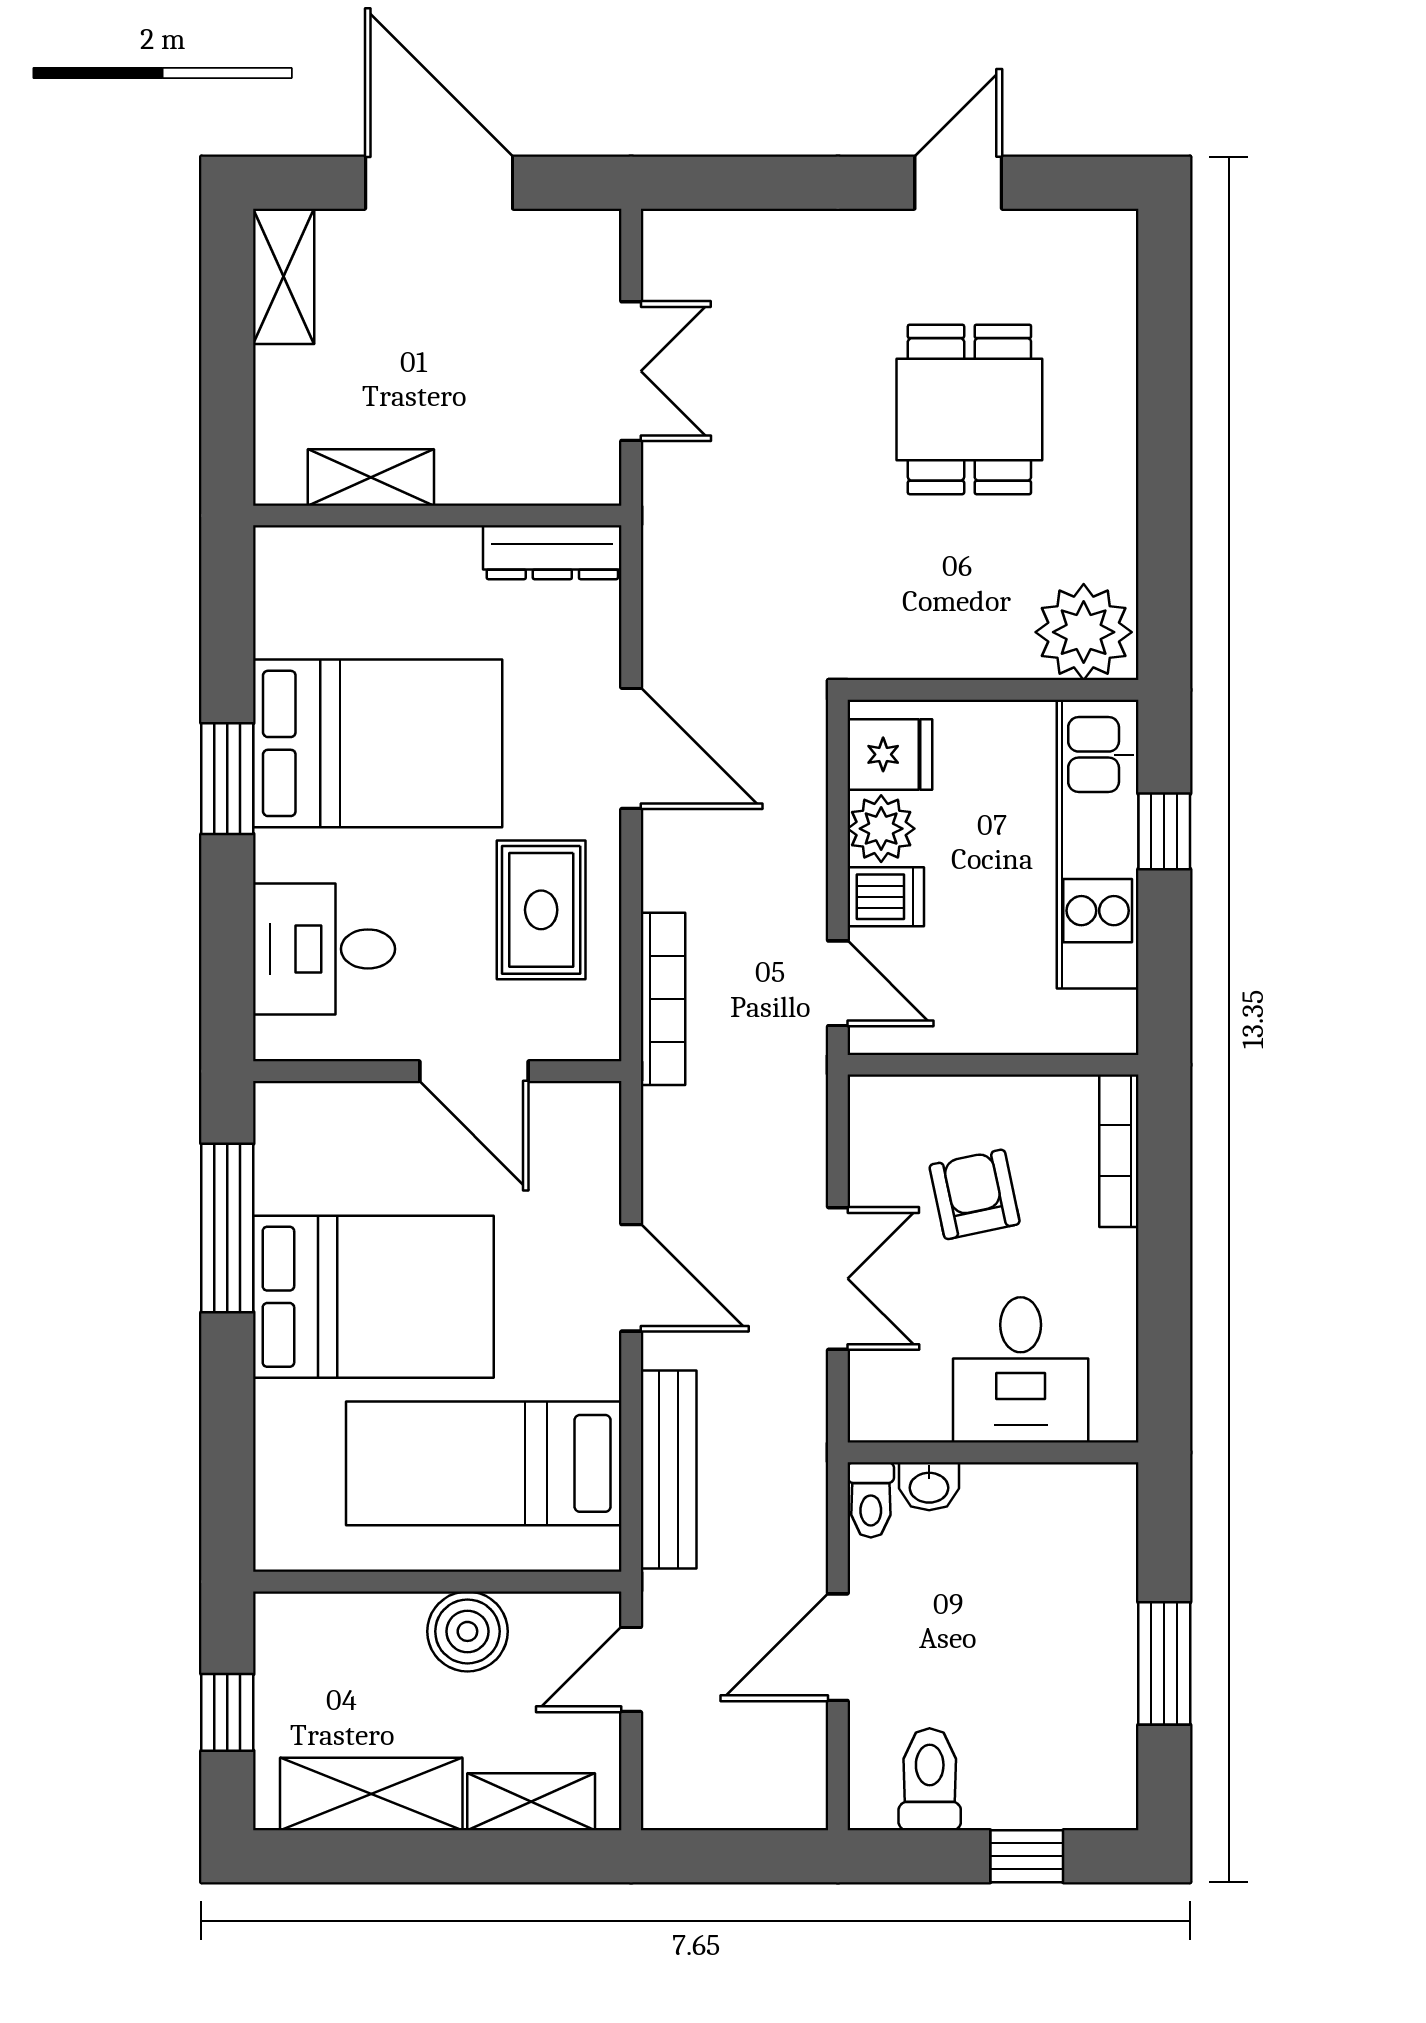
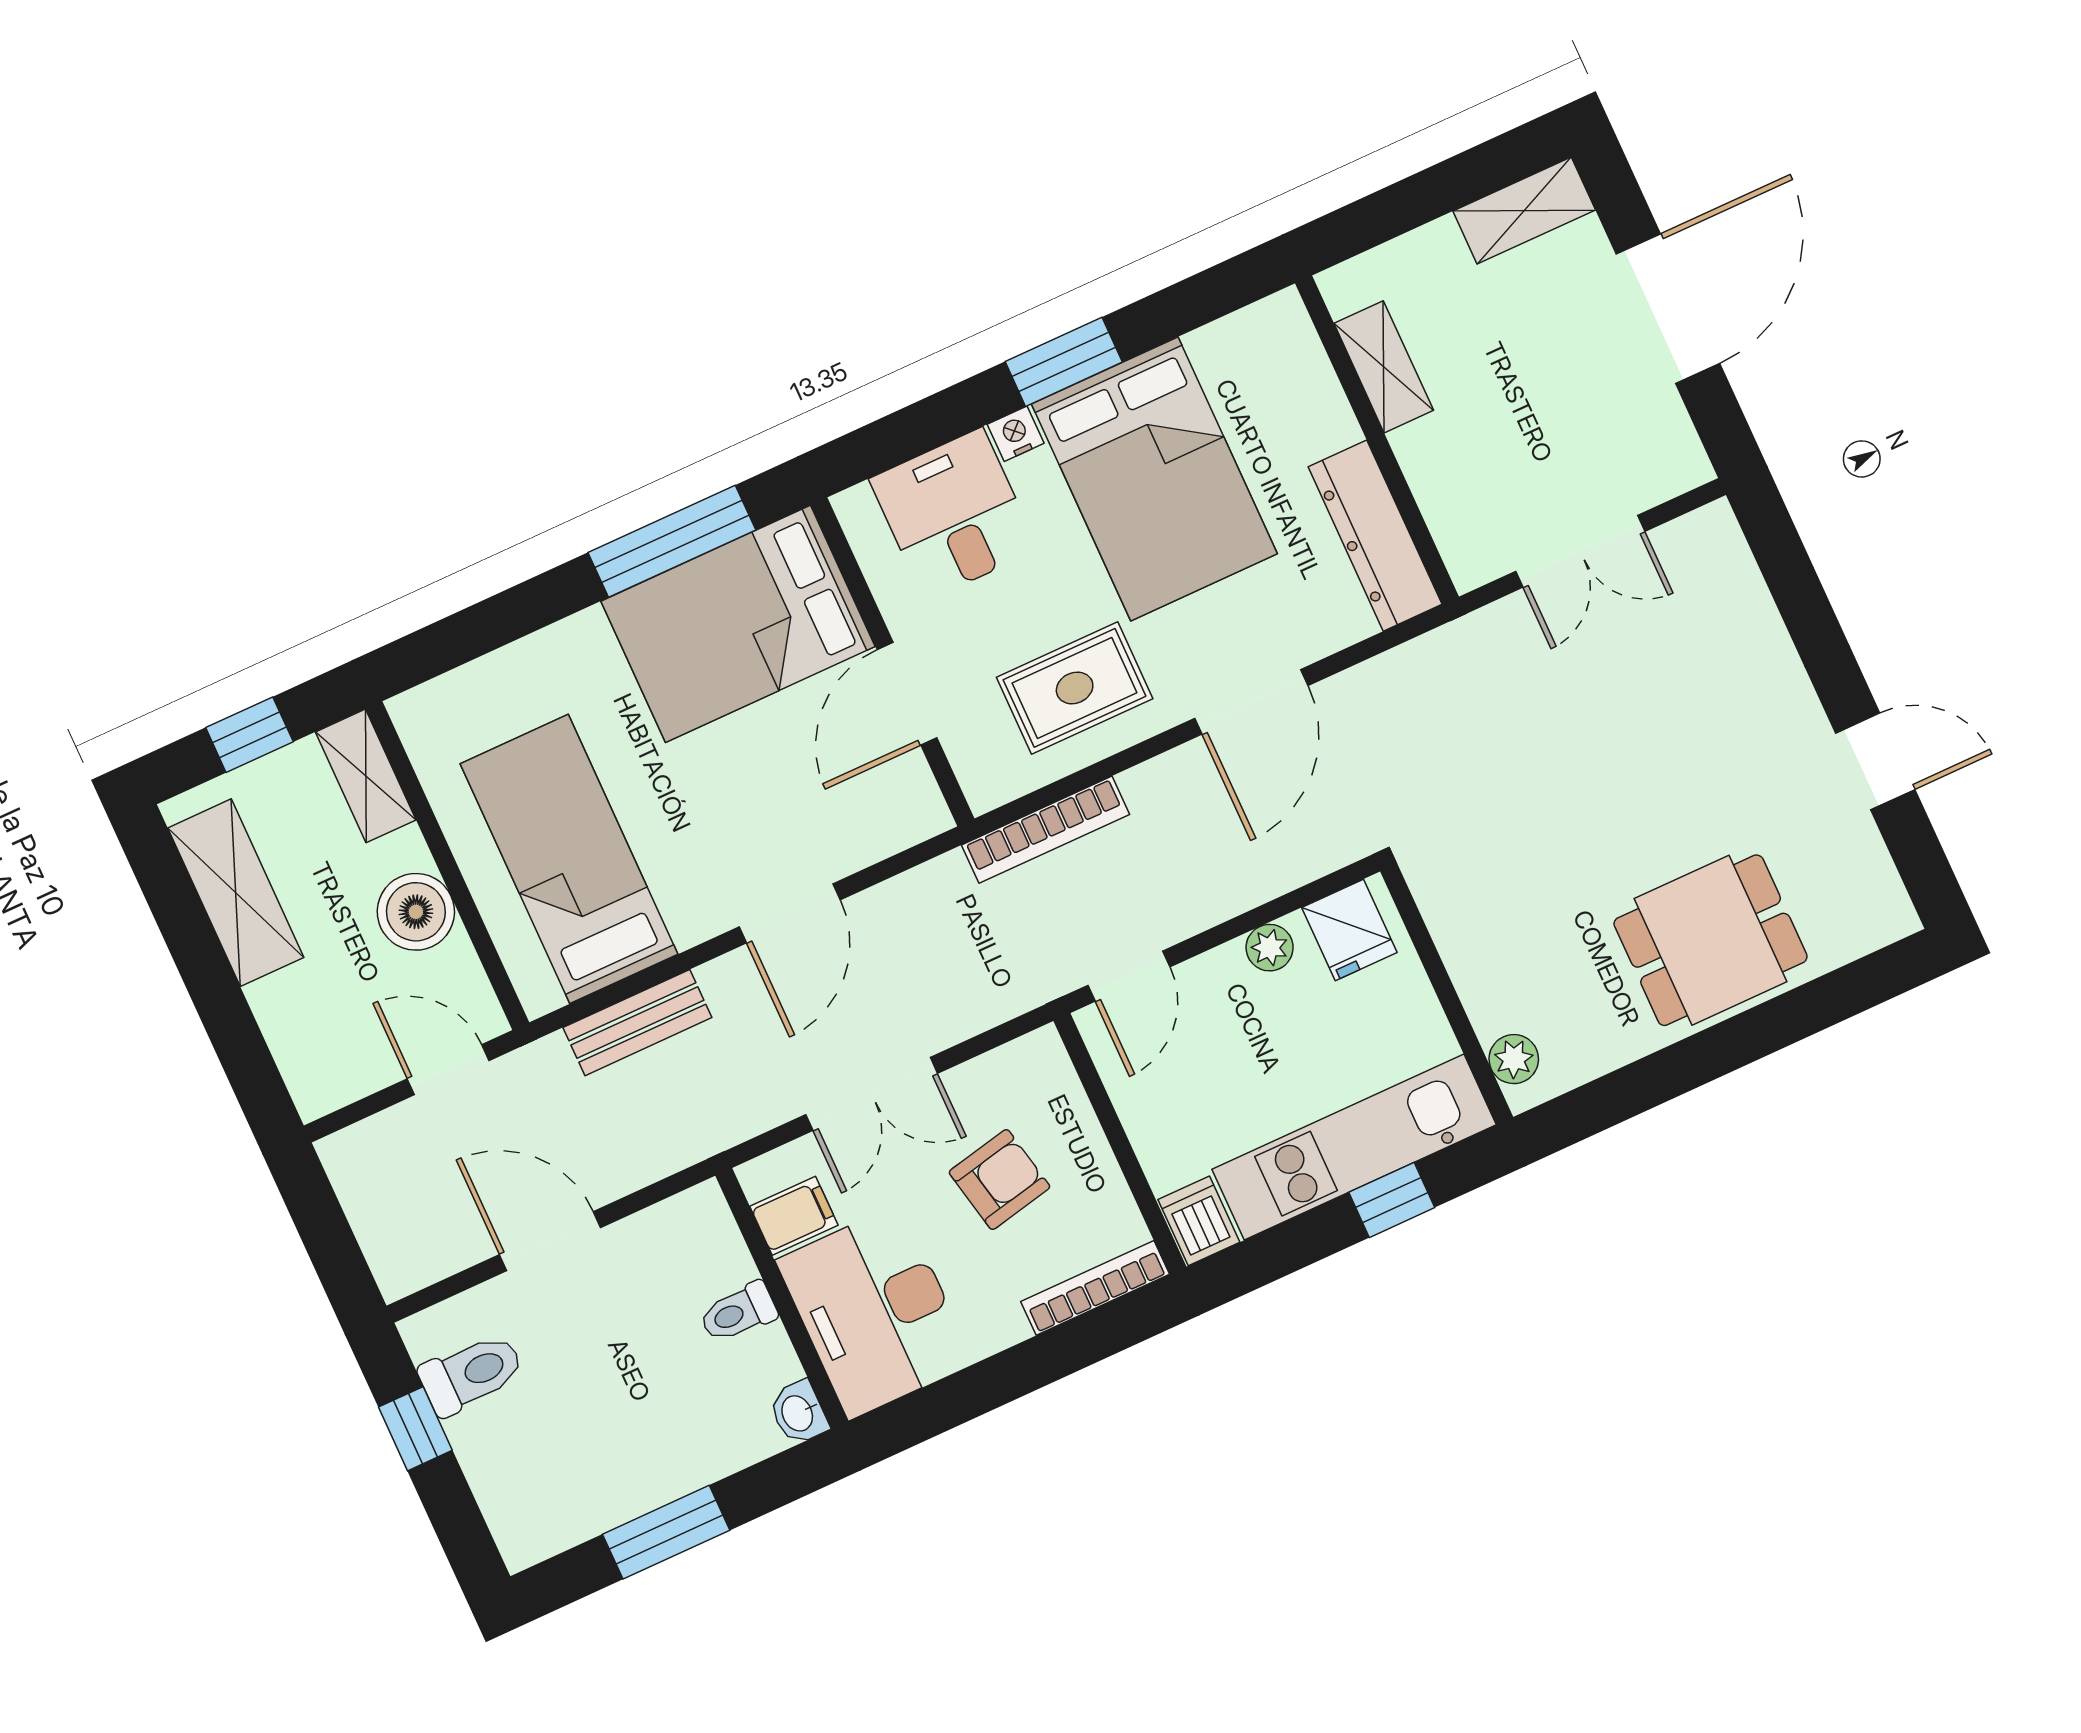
dining table: (969, 409) -> (1711, 940), moved
dresser: (552, 552) -> (1375, 536), width x1.37, depth x1.24
plant: (1084, 632) -> (1514, 1059), width x0.53, depth x0.53
plant: (881, 829) -> (1270, 948), width x0.73, depth x0.73
nightstand: (275, 855) -> (1016, 434), added
dishwasher: (886, 897) -> (1199, 1221), moved, turned 180
bed: (373, 1297) -> (738, 624), moved, turned 90
desk: (1021, 1370) -> (875, 1312), width x1.37
filing cabinet: (920, 1405) -> (794, 1216), added
bench: (669, 1469) -> (637, 1023), width x0.73
washbasin: (929, 1486) -> (798, 1413), moved
toilet: (871, 1500) -> (738, 1313), moved
shelving: (531, 1802) -> (366, 776), moved
window: (1027, 1856) -> (415, 1429), moved

